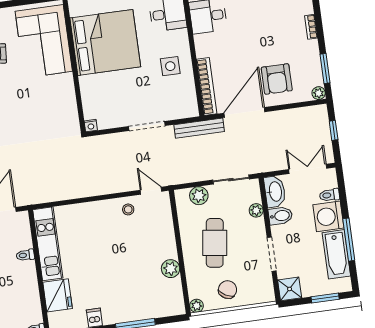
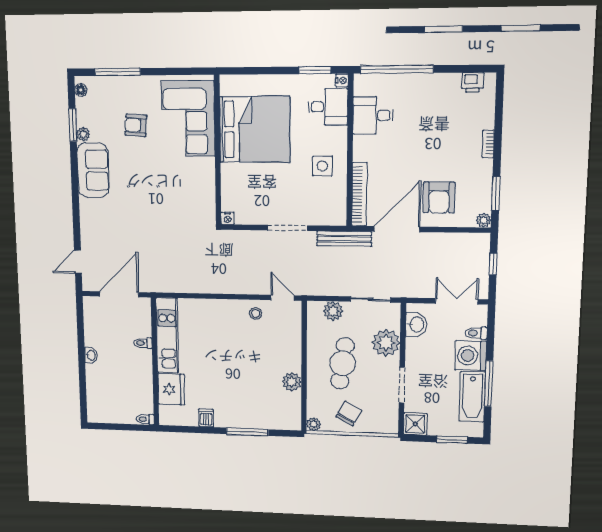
washbasin: (275, 192) -> (416, 324), width x0.72
plant: (256, 210) -> (386, 343), width x1.88, depth x1.88
bidet: (280, 216) -> (418, 346), removed

